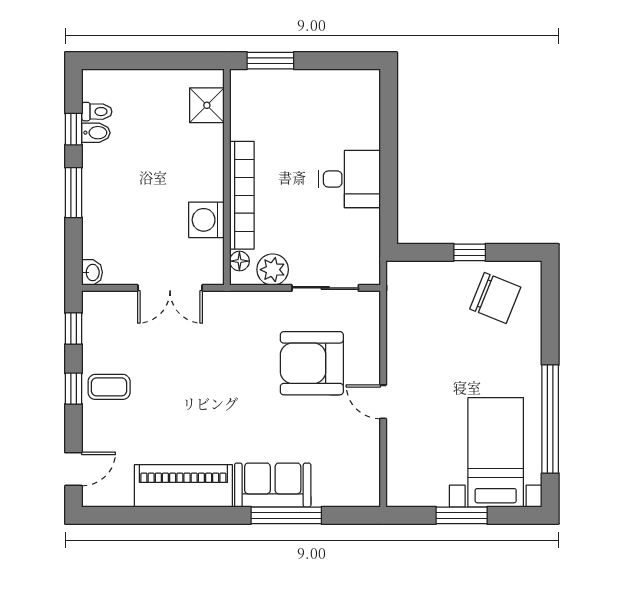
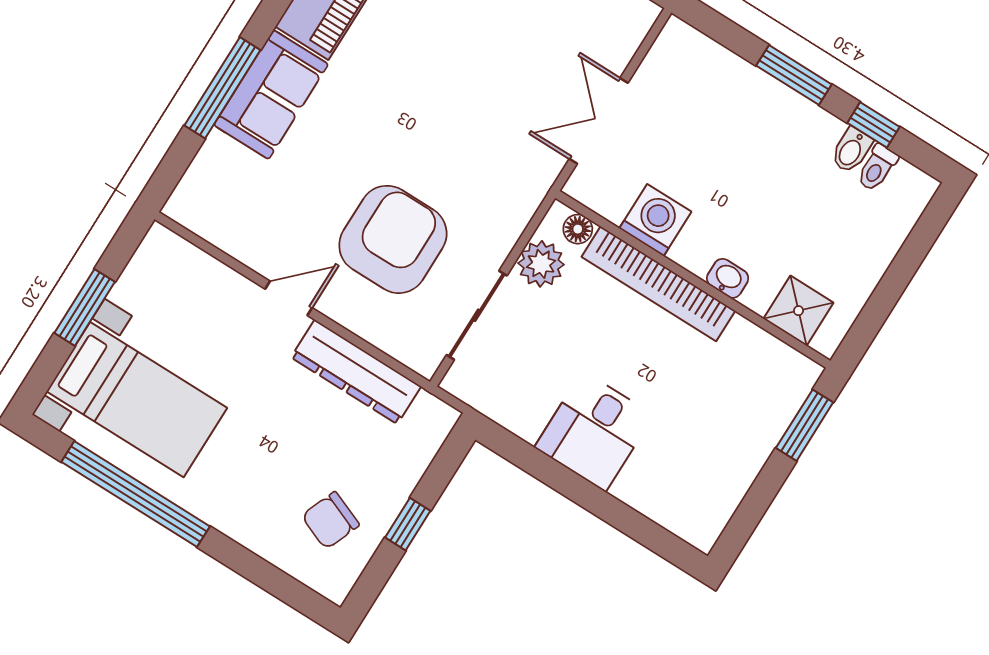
washbasin: (92, 272) -> (728, 278), moved, turned 180
chair: (495, 298) -> (330, 520), width x0.73, depth x0.73
dresser: (401, 337) -> (356, 372), added

